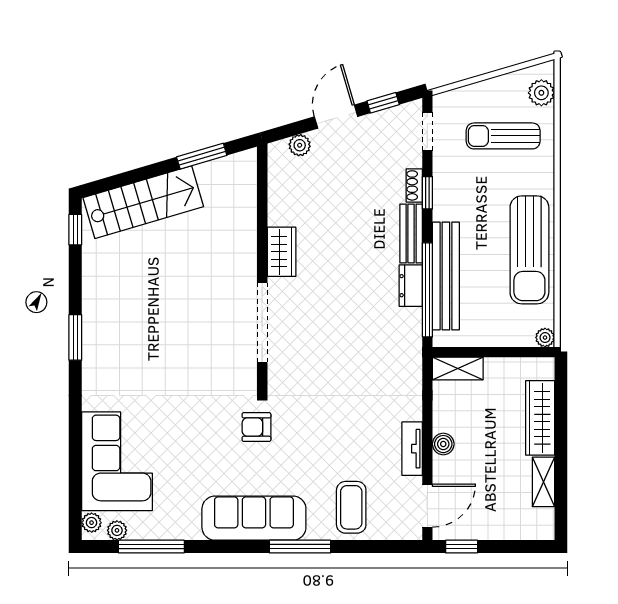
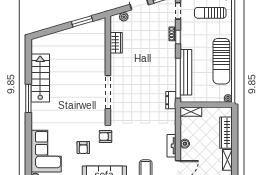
stairs: (143, 202) -> (40, 78), moved, turned -74
window: (75, 230) -> (28, 53), removed
bench: (411, 233) -> (171, 54), removed
wardrobe: (282, 252) -> (116, 43), moved
dresser: (411, 286) -> (171, 100), moved
window: (75, 337) -> (28, 98), width x1.44
armchair: (204, 453) -> (83, 147), added

